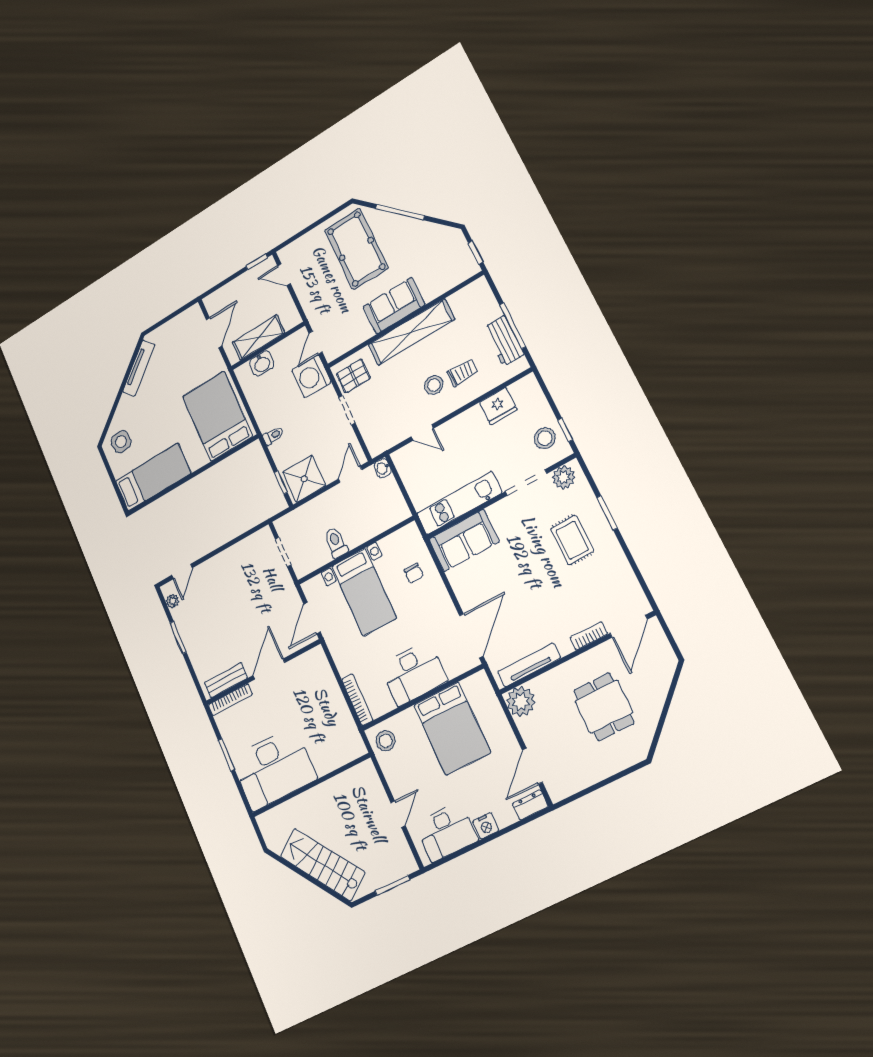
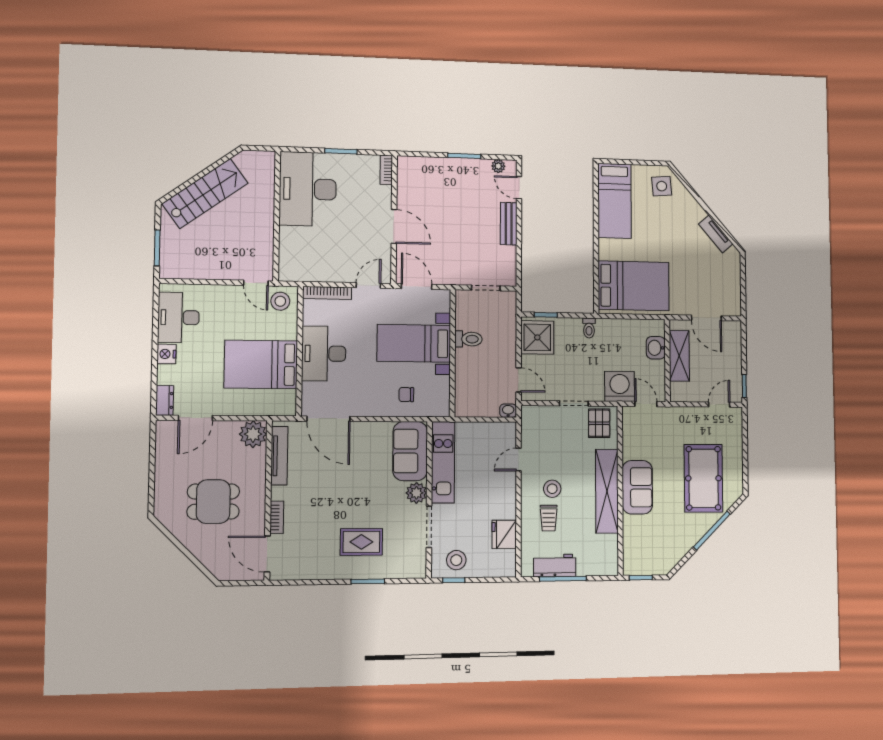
pool table: (356, 249) -> (703, 478), turned 90
tv unit: (139, 368) -> (716, 234), width x0.71
plant: (564, 477) -> (416, 493), moved
door: (332, 664) -> (368, 285), added
bench: (226, 680) -> (509, 224), moved
bookcase: (230, 700) -> (386, 170), width x0.64
door: (532, 766) -> (195, 418), swing flipped
door: (398, 814) -> (256, 283), moved

